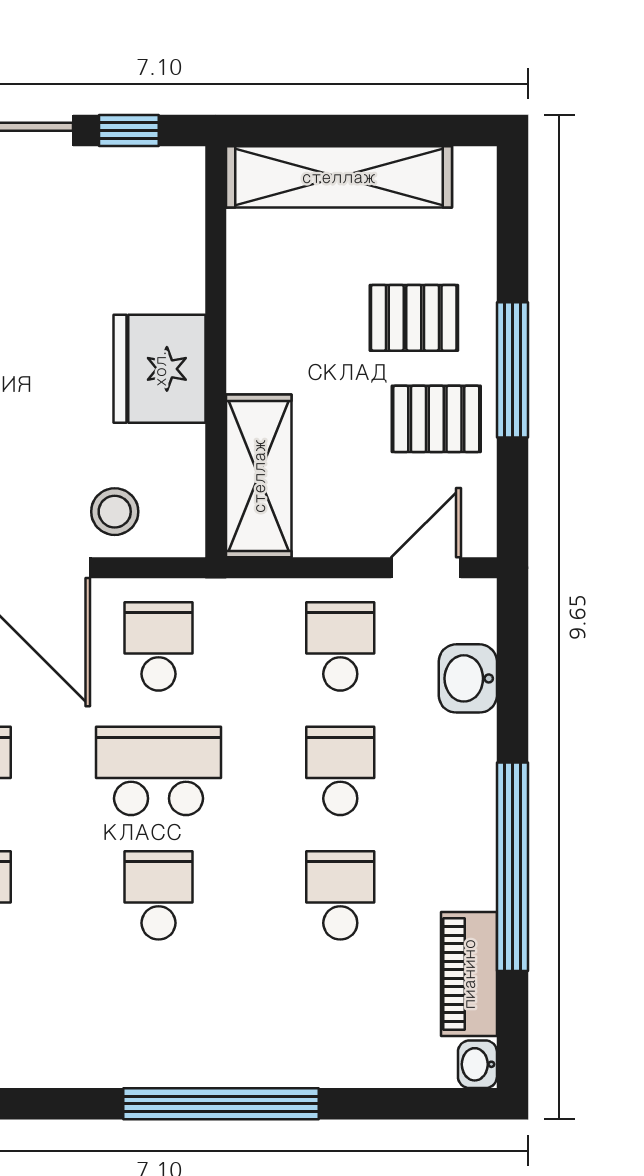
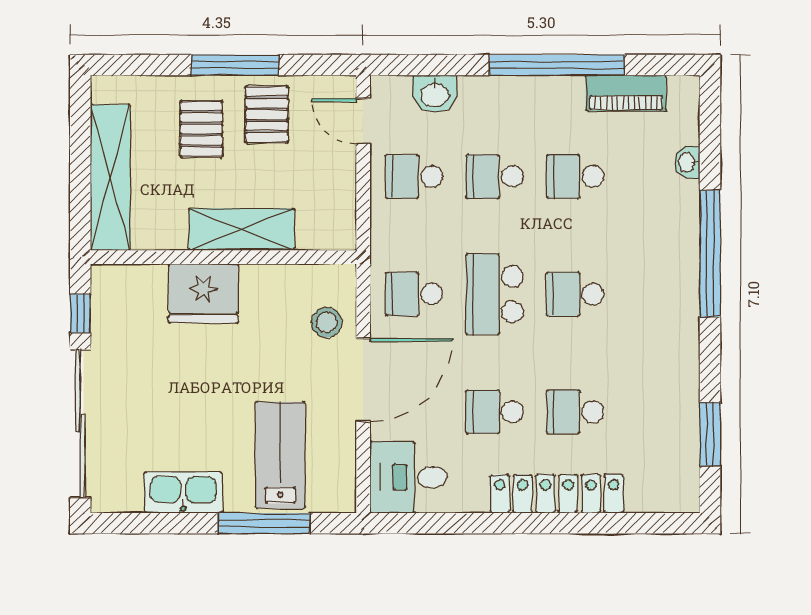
fridge: (160, 369) -> (203, 293), moved
shelving: (259, 476) -> (242, 229), moved
washbasin: (477, 1064) -> (687, 162), moved, turned 90

